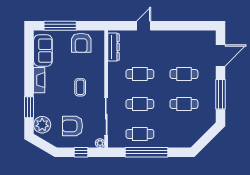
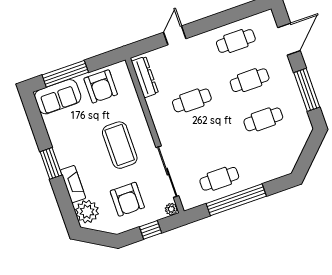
sofa: (43, 51) -> (58, 97), moved, turned 90
fireplace: (39, 80) -> (73, 184), moved
coffee table: (80, 87) -> (120, 145), width x1.86, depth x1.72
cafe table: (140, 104) -> (236, 41), moved
window: (29, 107) -> (51, 163), moved
armchair: (72, 126) -> (127, 199), turned -90

